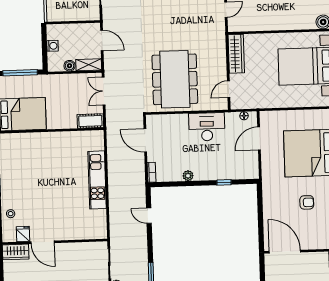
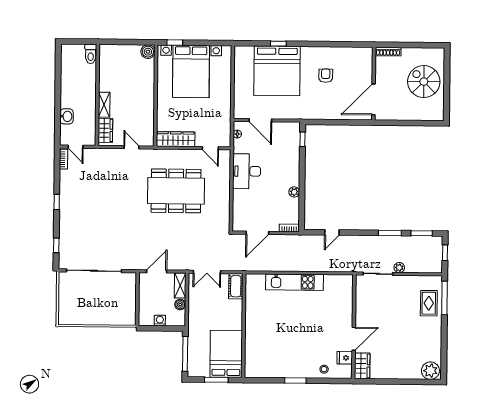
dining table: (175, 79) -> (176, 191), moved
window: (224, 182) -> (303, 139), moved

